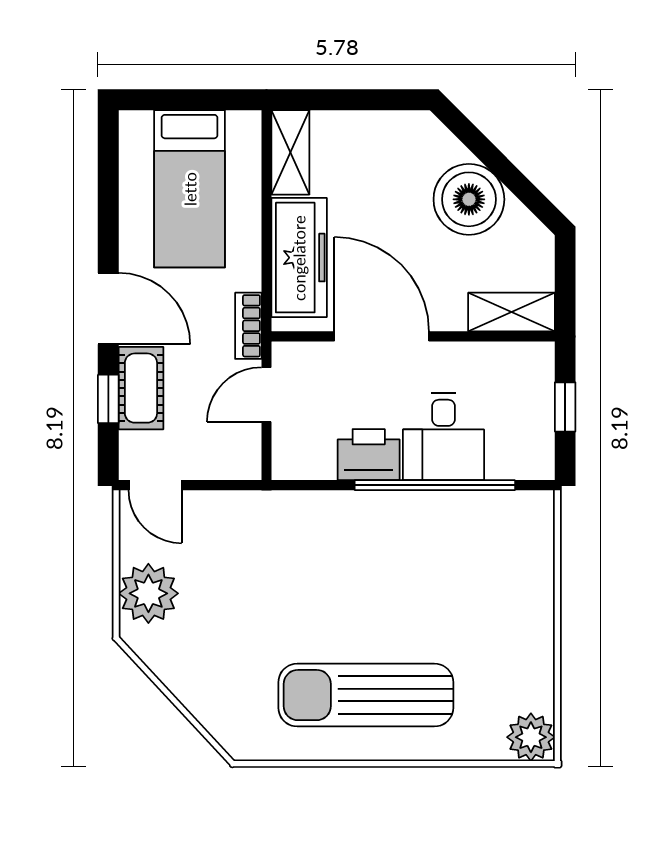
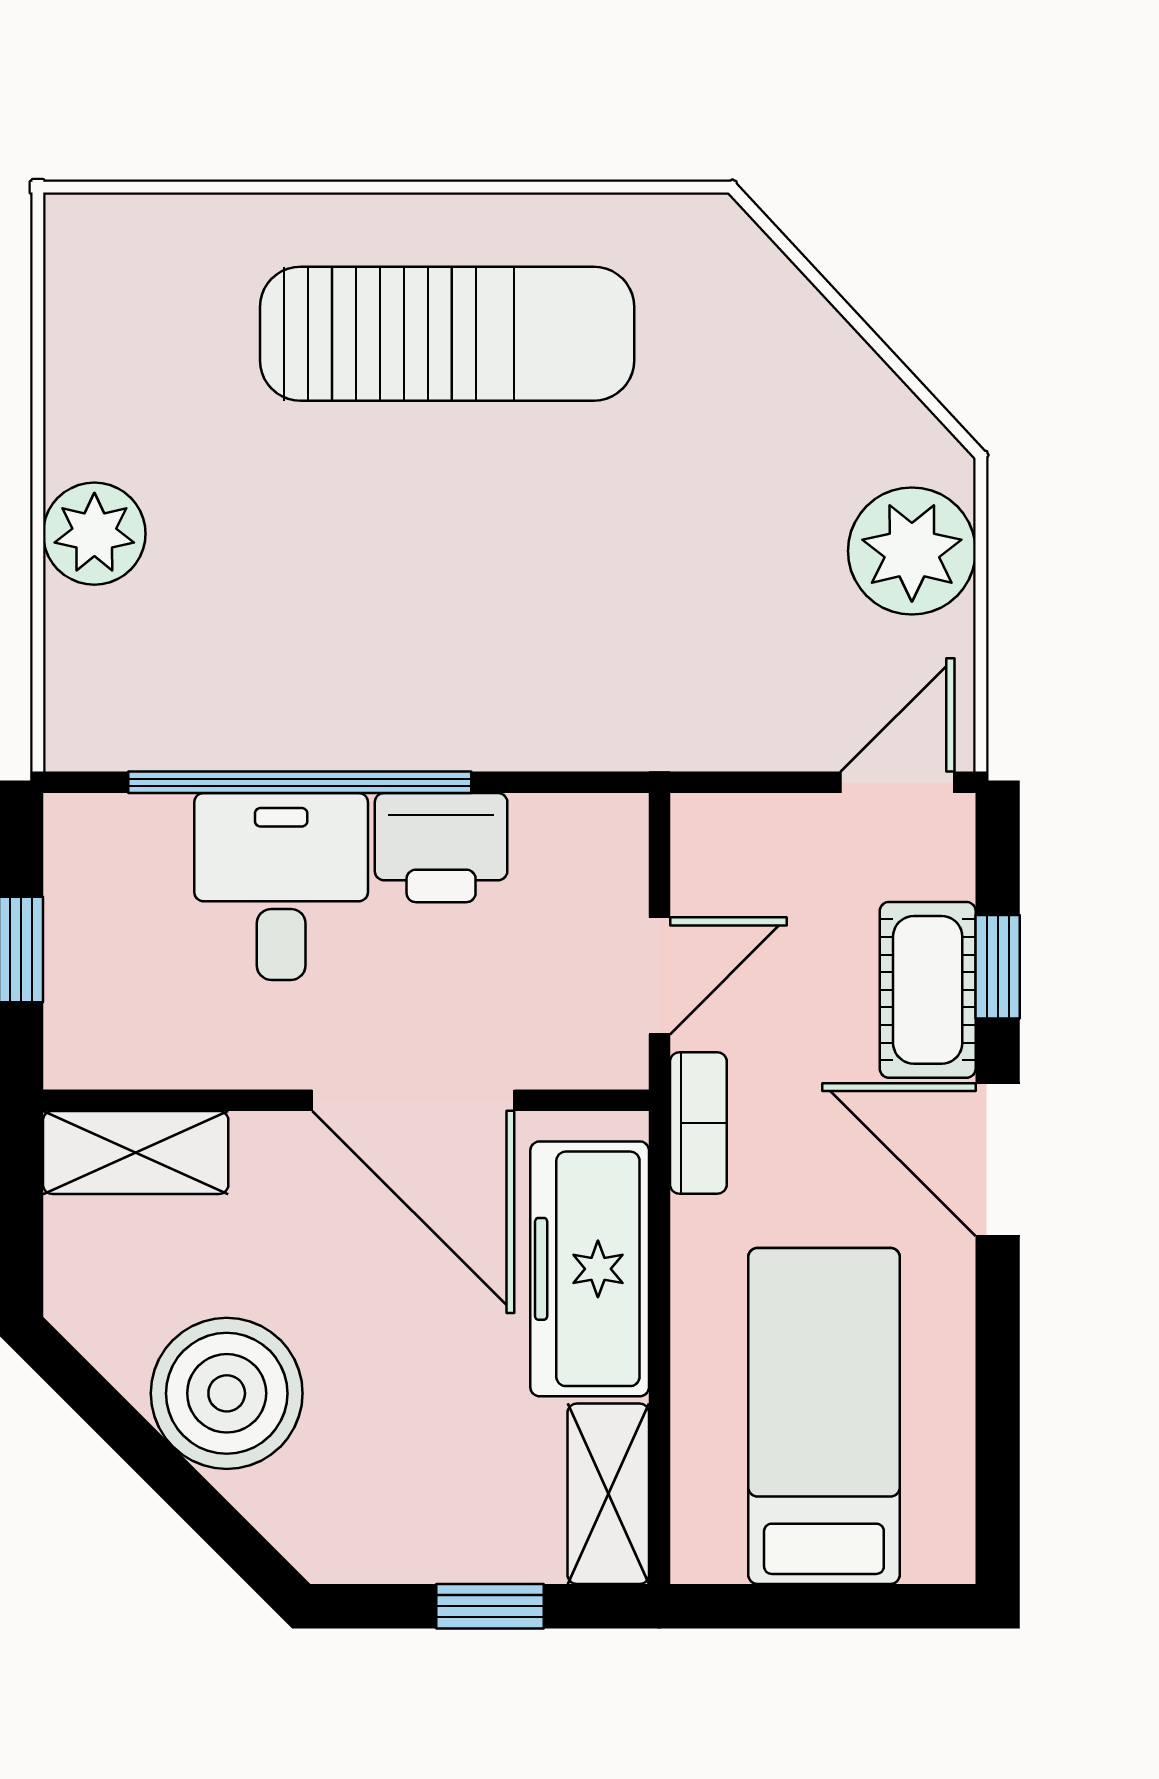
window: (346, 100) -> (490, 1606), added
door: (155, 485) -> (897, 782), hinge flipped
plant: (531, 737) -> (94, 534), moved

